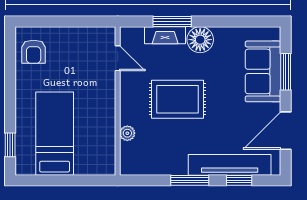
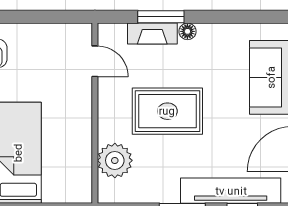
floor lamp: (200, 40) -> (187, 31), width x0.53, depth x0.53
plant: (127, 133) -> (115, 160), width x1.88, depth x1.88

